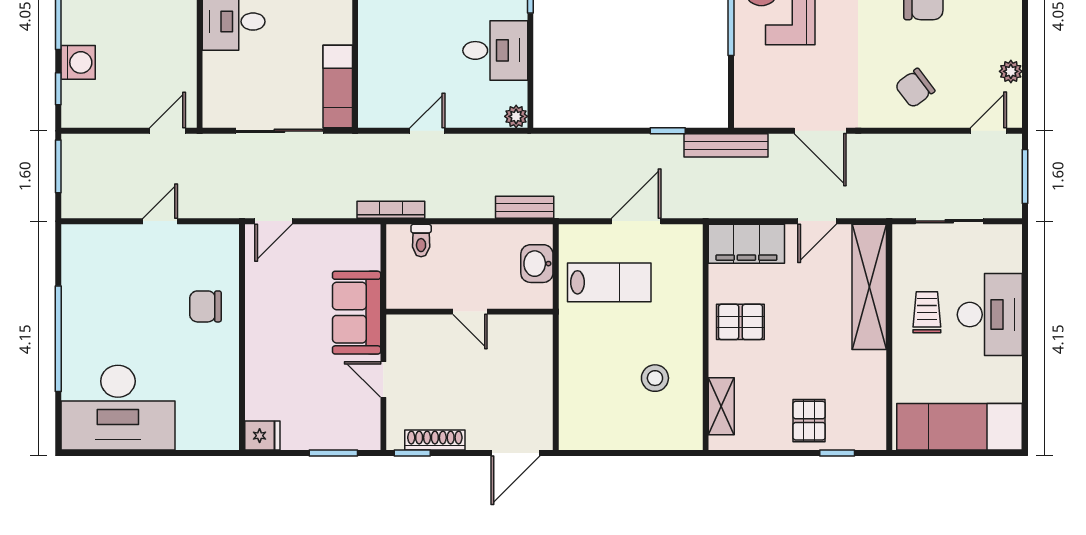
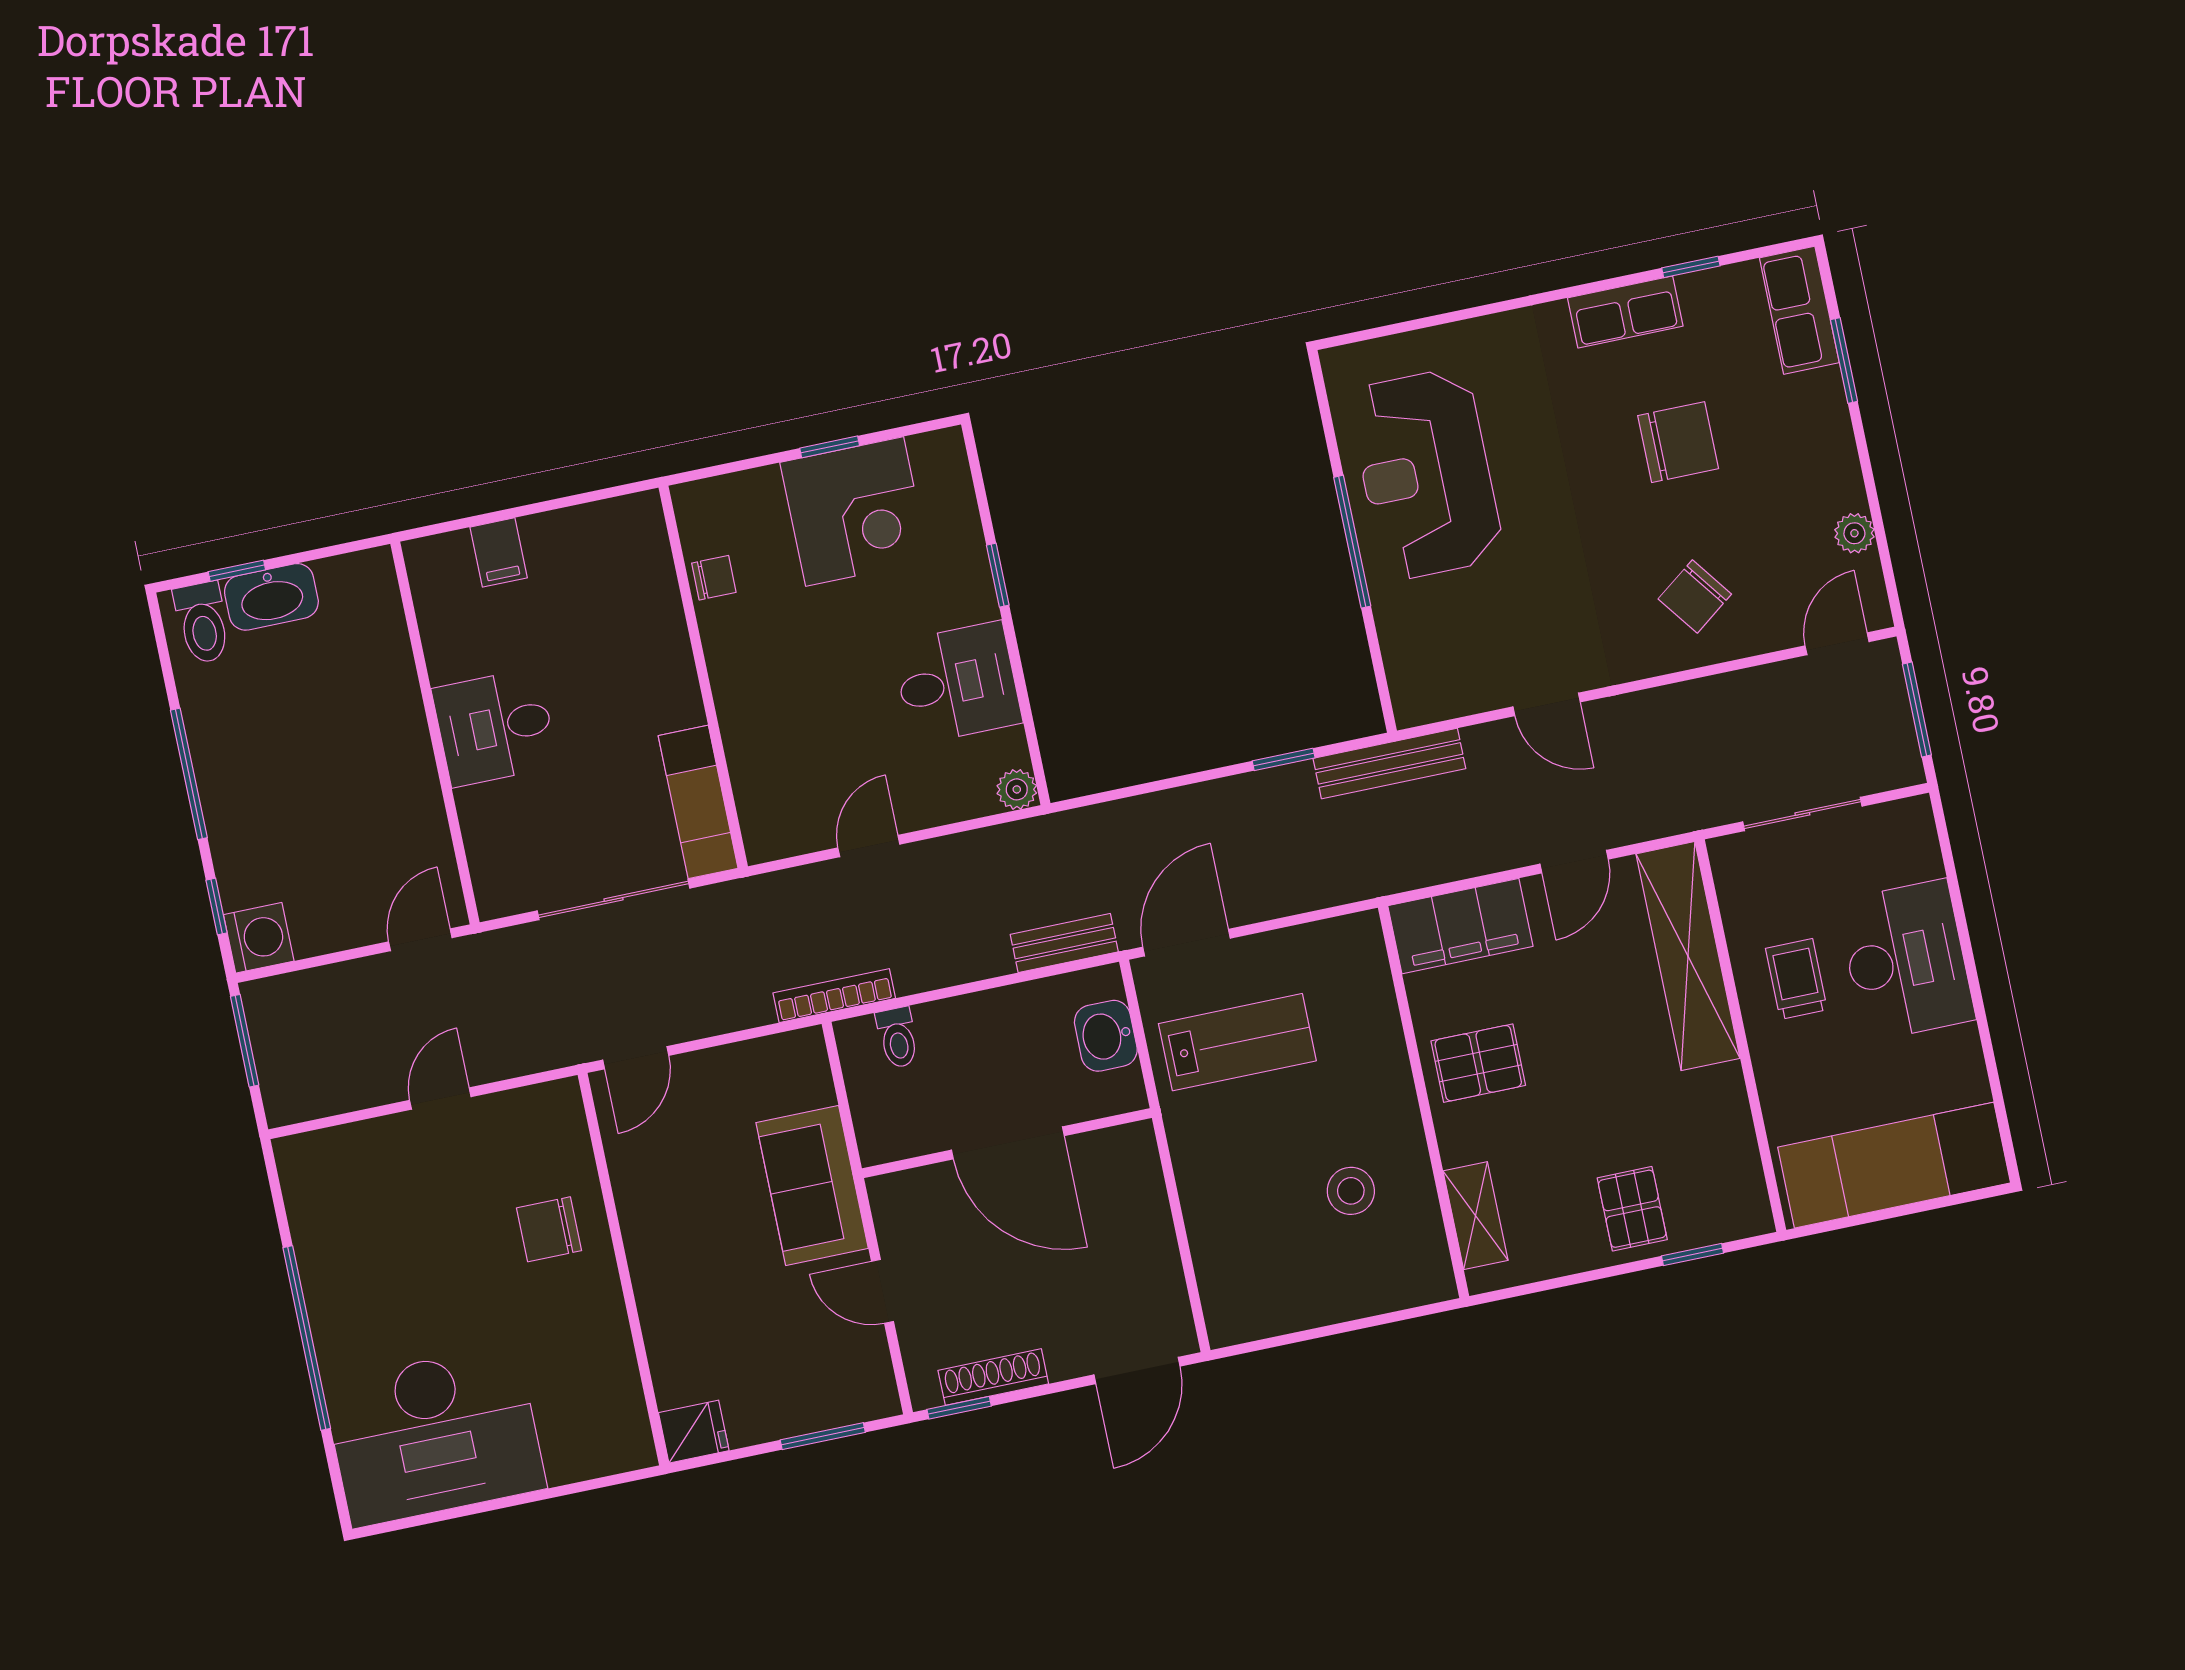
washing machine: (78, 62) -> (259, 938), moved
door: (820, 131) -> (1547, 704), width x0.73
door: (636, 221) -> (1186, 943), moved
door: (470, 312) -> (1008, 1143), width x1.87

